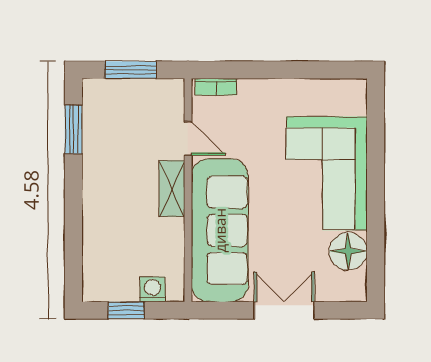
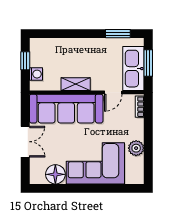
plant: (297, 94) -> (136, 148), added
kitchen sink: (142, 99) -> (133, 69), added
shelving: (172, 189) -> (76, 84), moved

